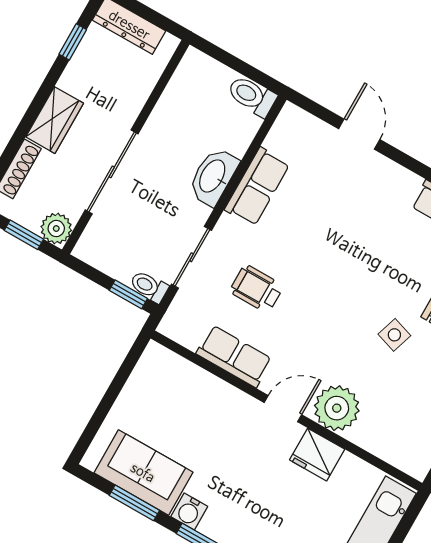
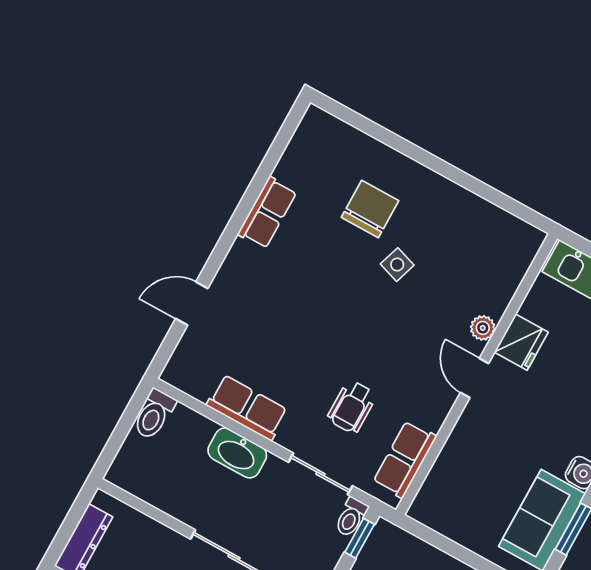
row of seats: (234, 356) -> (405, 459), moved
plant: (337, 408) -> (483, 328), width x0.53, depth x0.53

